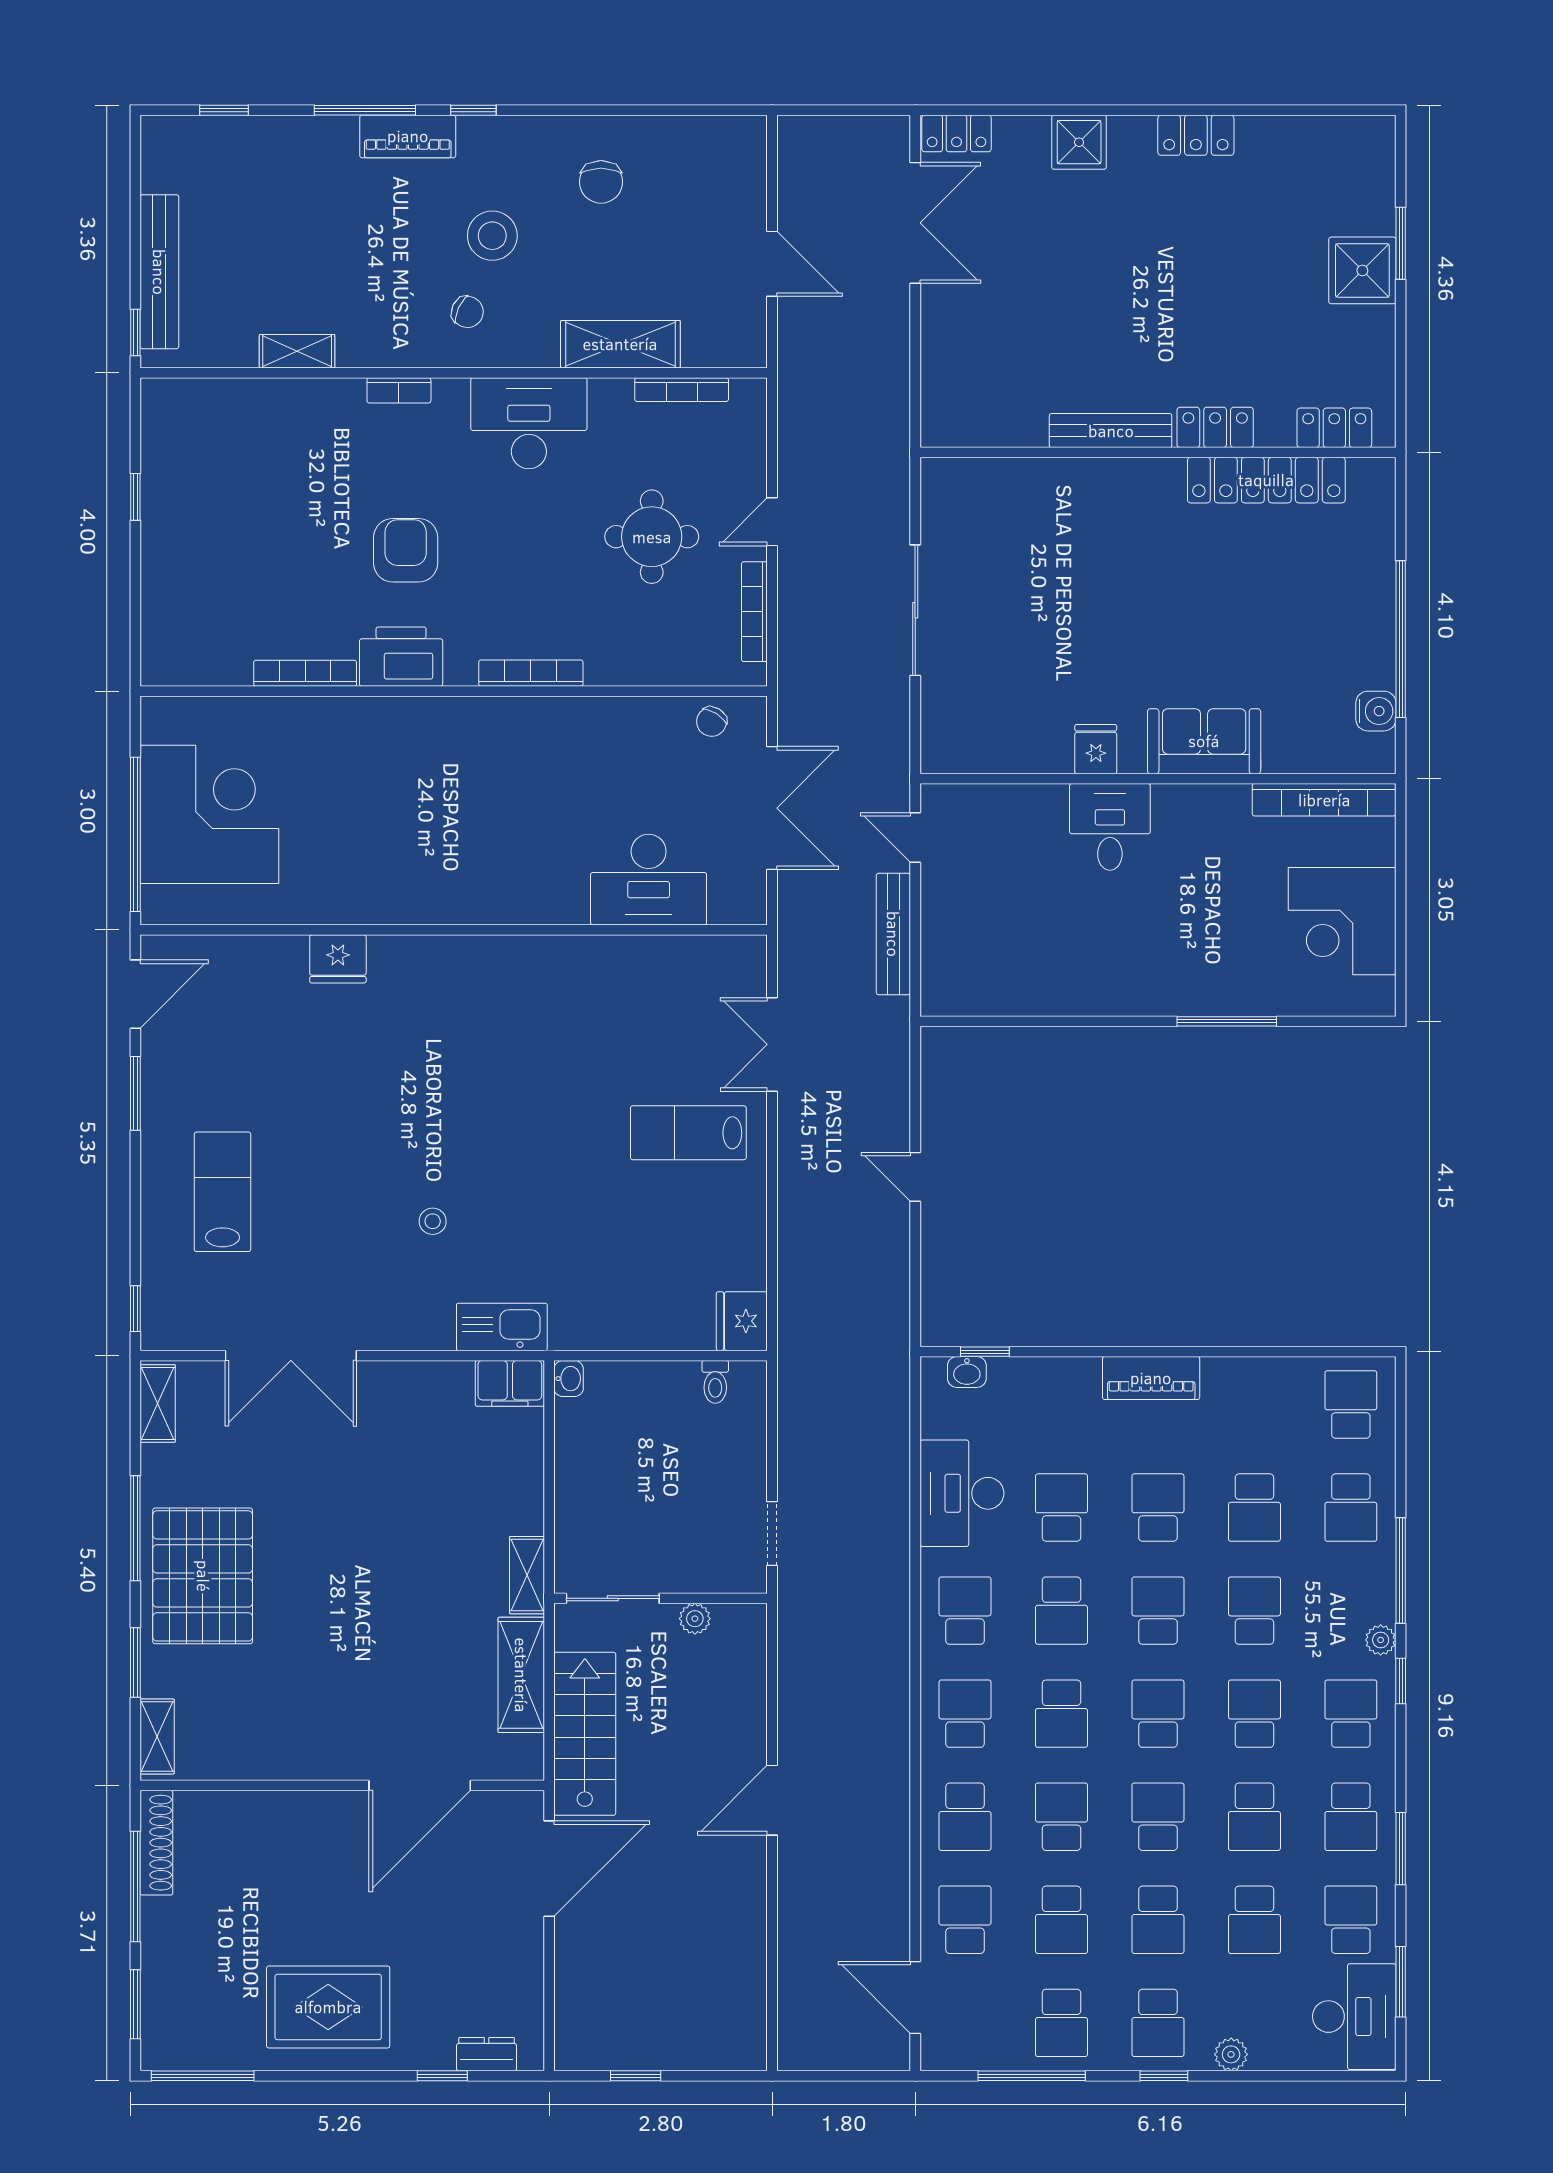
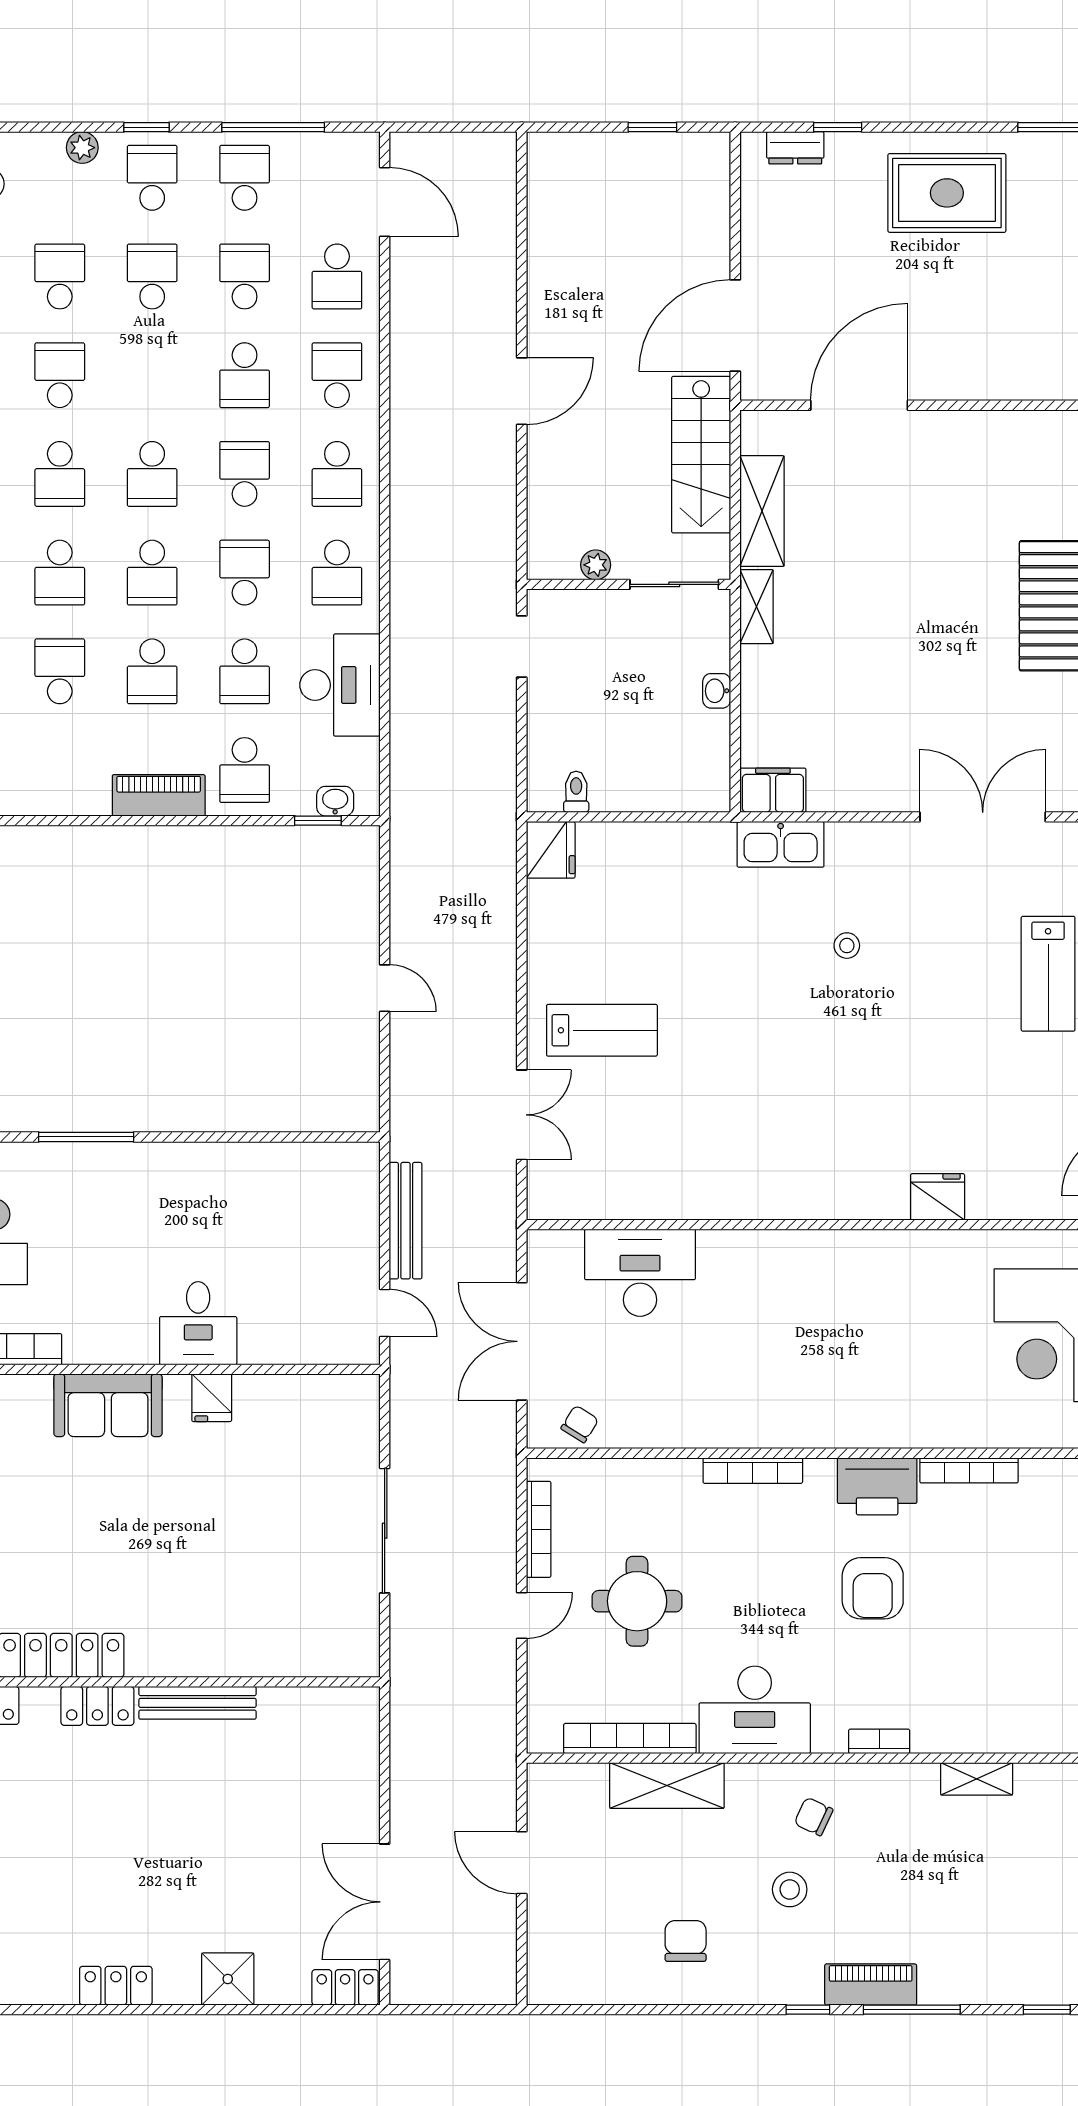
stool: (492, 236) -> (790, 1889), width x0.73, depth x0.73
bookcase: (682, 390) -> (630, 1739), width x1.48, depth x1.31
washbasin: (569, 1379) -> (717, 691), moved
school desk: (1158, 1817) -> (245, 770), moved

